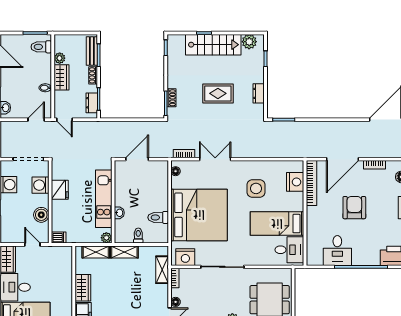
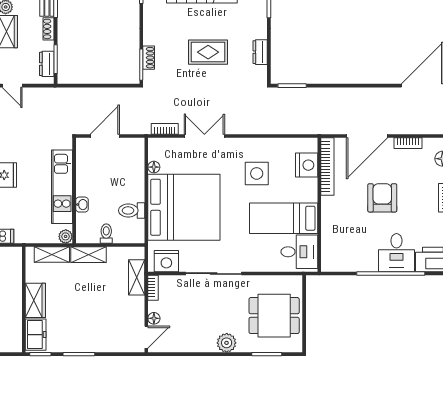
floor lamp: (176, 171) -> (154, 167), moved
desk: (337, 250) -> (396, 253), moved

